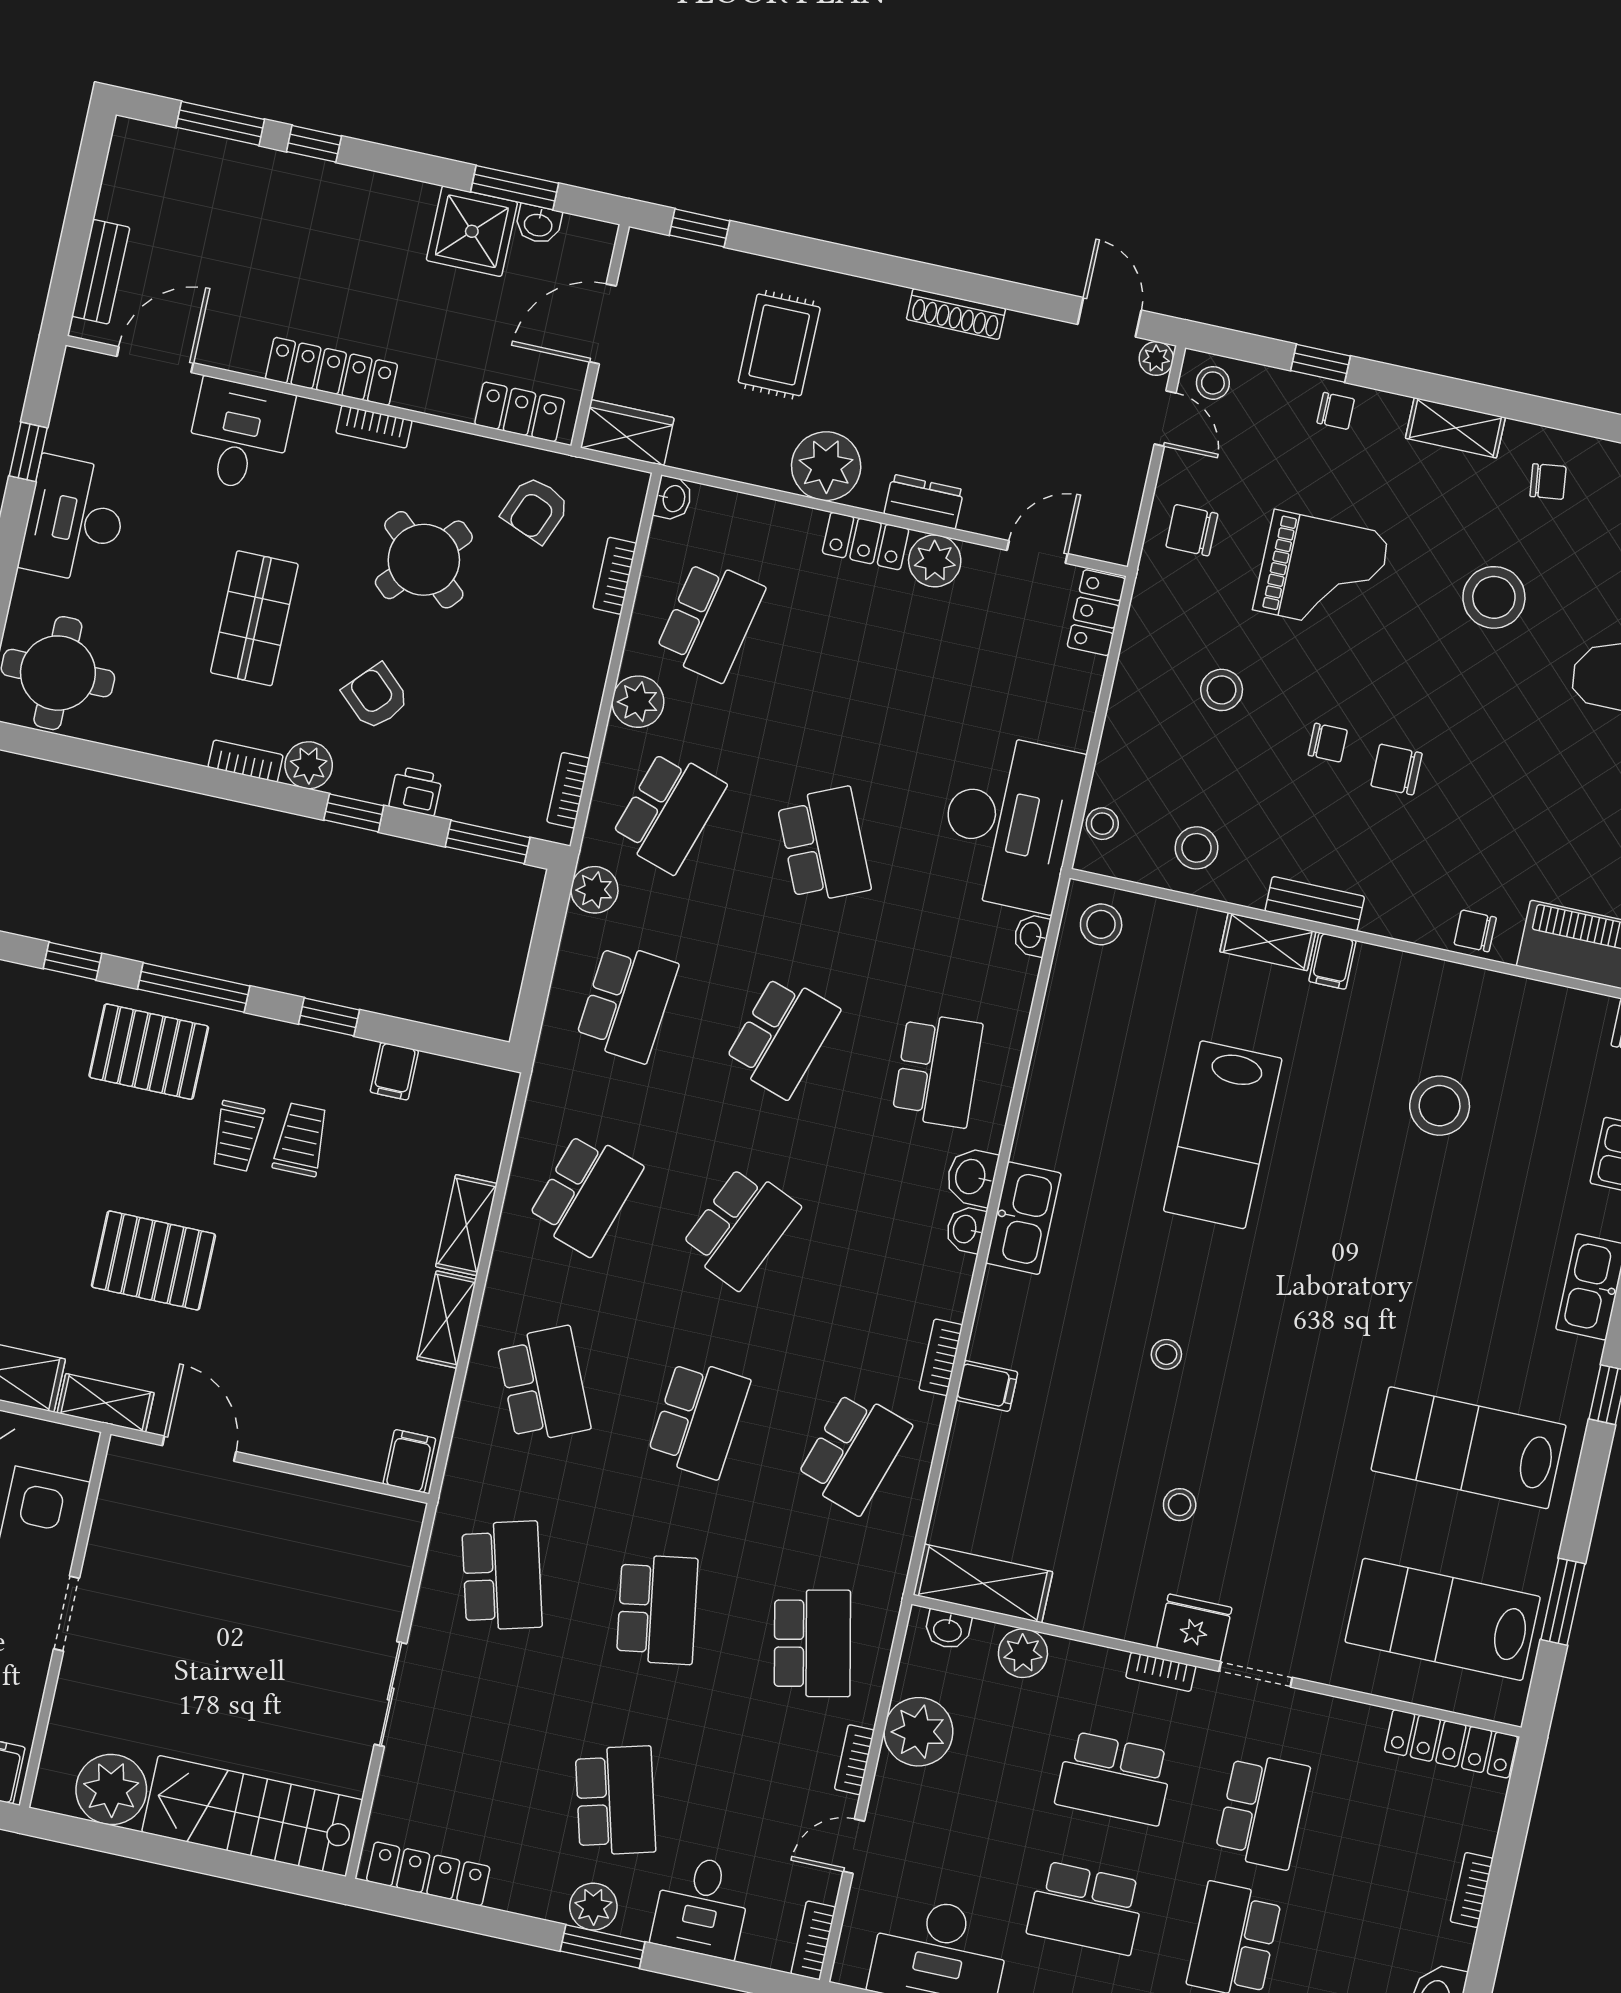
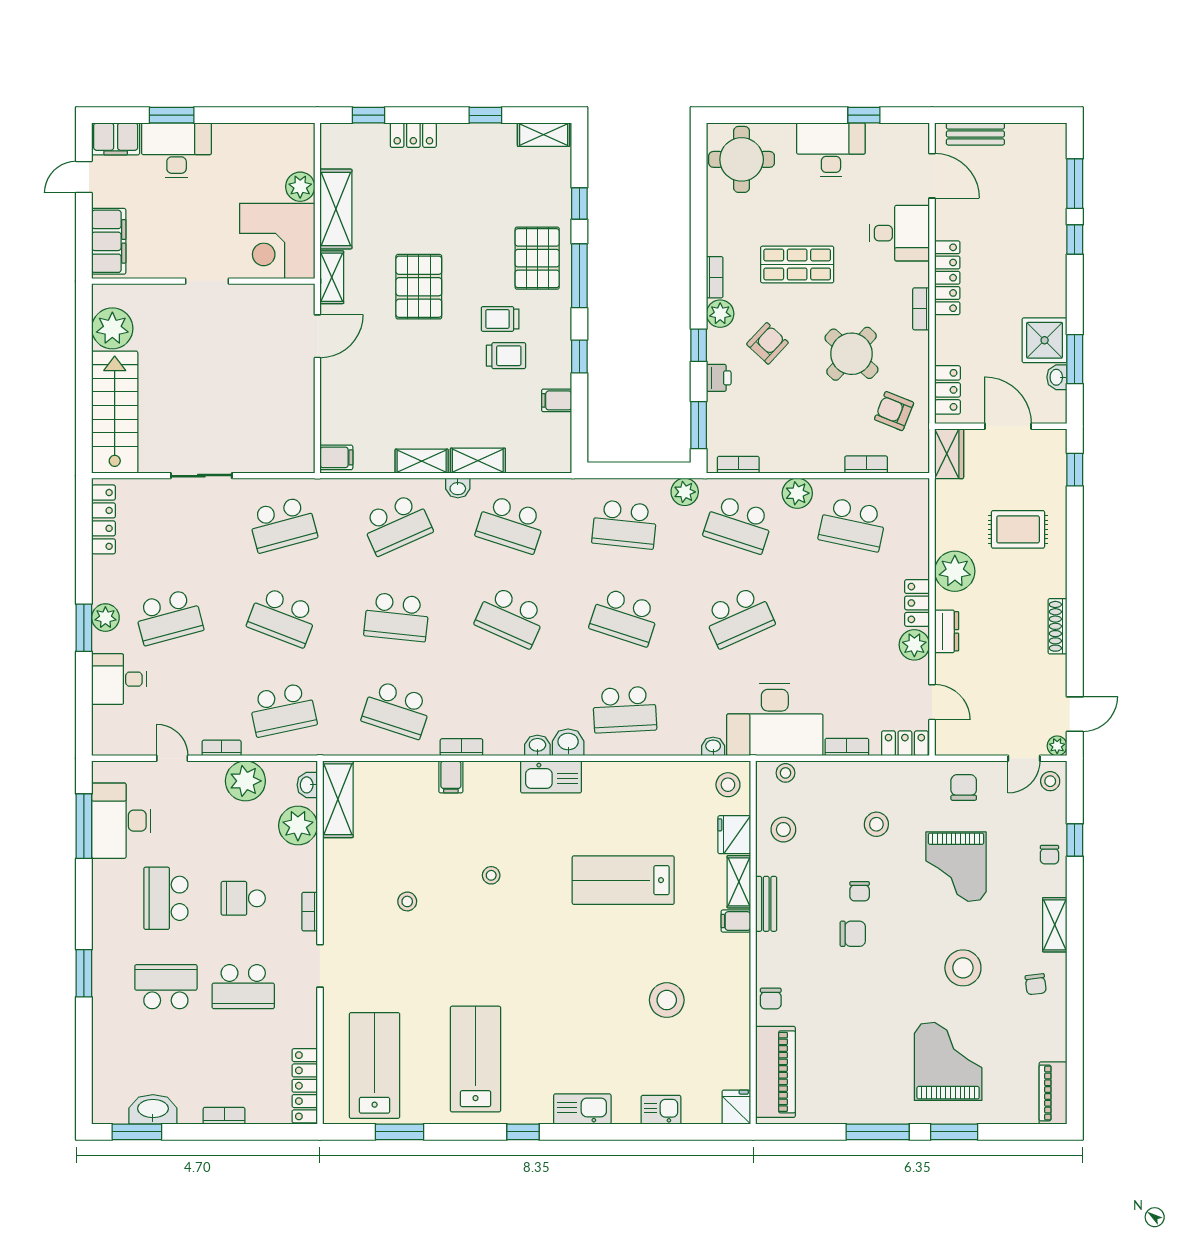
washbasin: (673, 498) -> (458, 488), moved
chair: (1397, 770) -> (853, 934), turned 90
chair: (1475, 931) -> (771, 999), turned 180
school desk: (657, 1609) -> (283, 617), turned 30
fridge: (1194, 1628) -> (734, 835), moved, turned 180
plant: (1023, 1653) -> (298, 826), width x1.36, depth x1.36
school desk: (1114, 1778) -> (243, 898), width x0.54
bookcase: (813, 1940) -> (847, 747), moved

